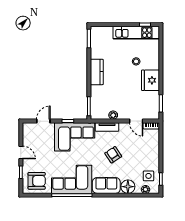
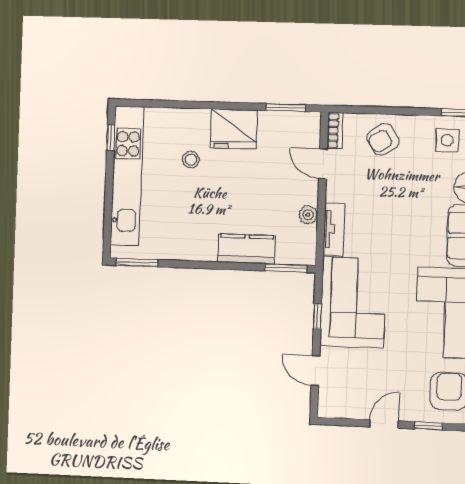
kitchen unit: (136, 33) -> (127, 176), width x1.36
kitchen counter: (97, 72) -> (247, 249), moved
door: (136, 121) -> (323, 164), swing flipped
armchair: (113, 155) -> (383, 139), moved

